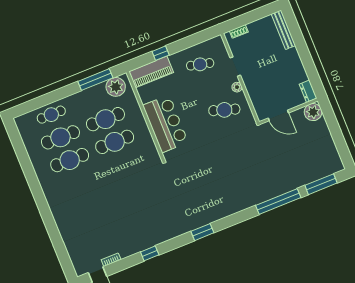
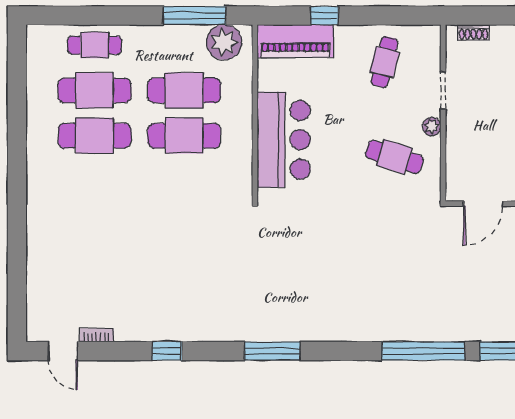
cafe table: (200, 64) -> (384, 62), turned 90
door: (278, 115) -> (483, 204), hinge flipped
window: (202, 232) -> (272, 351), width x1.44

